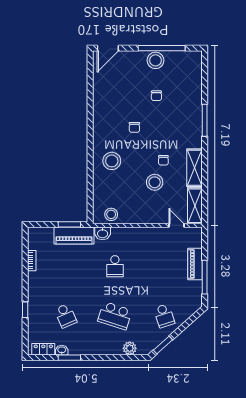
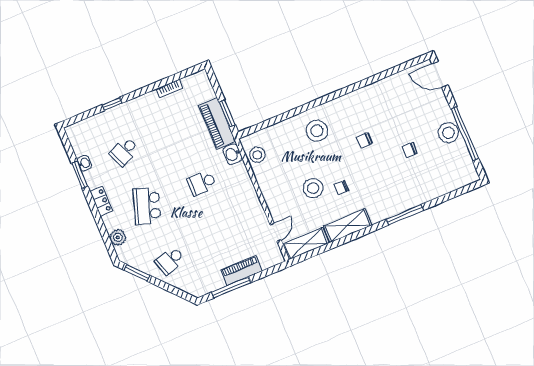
locker: (43, 349) -> (101, 201), moved

